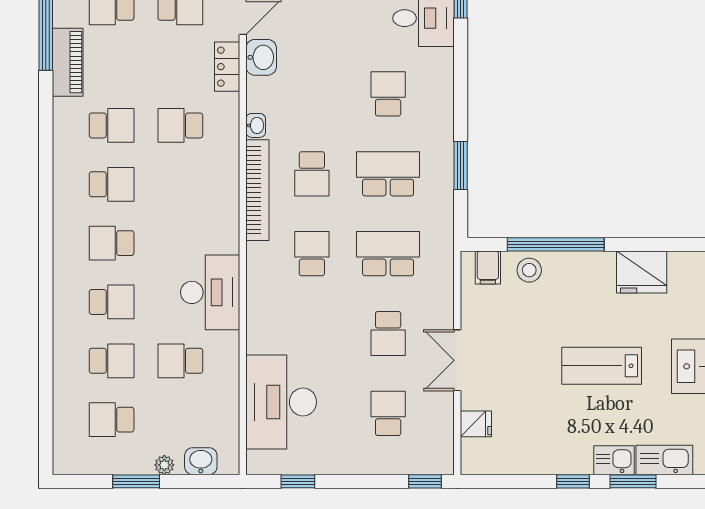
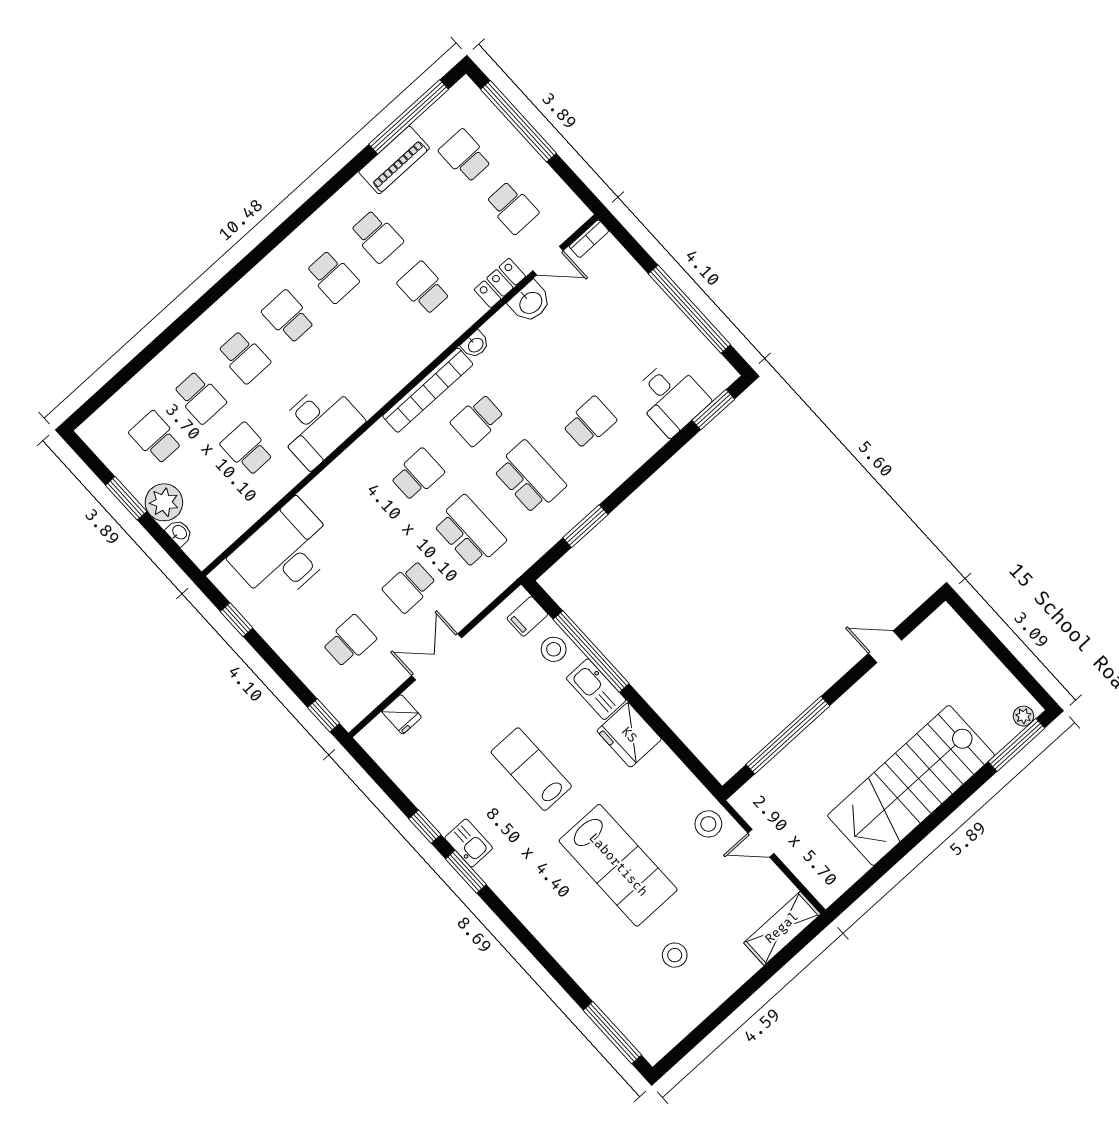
kitchen sink: (664, 460) -> (596, 689), moved, turned 180
washbasin: (201, 461) -> (179, 533), width x0.72, depth x0.69
plant: (164, 465) -> (164, 502), width x1.88, depth x1.88

